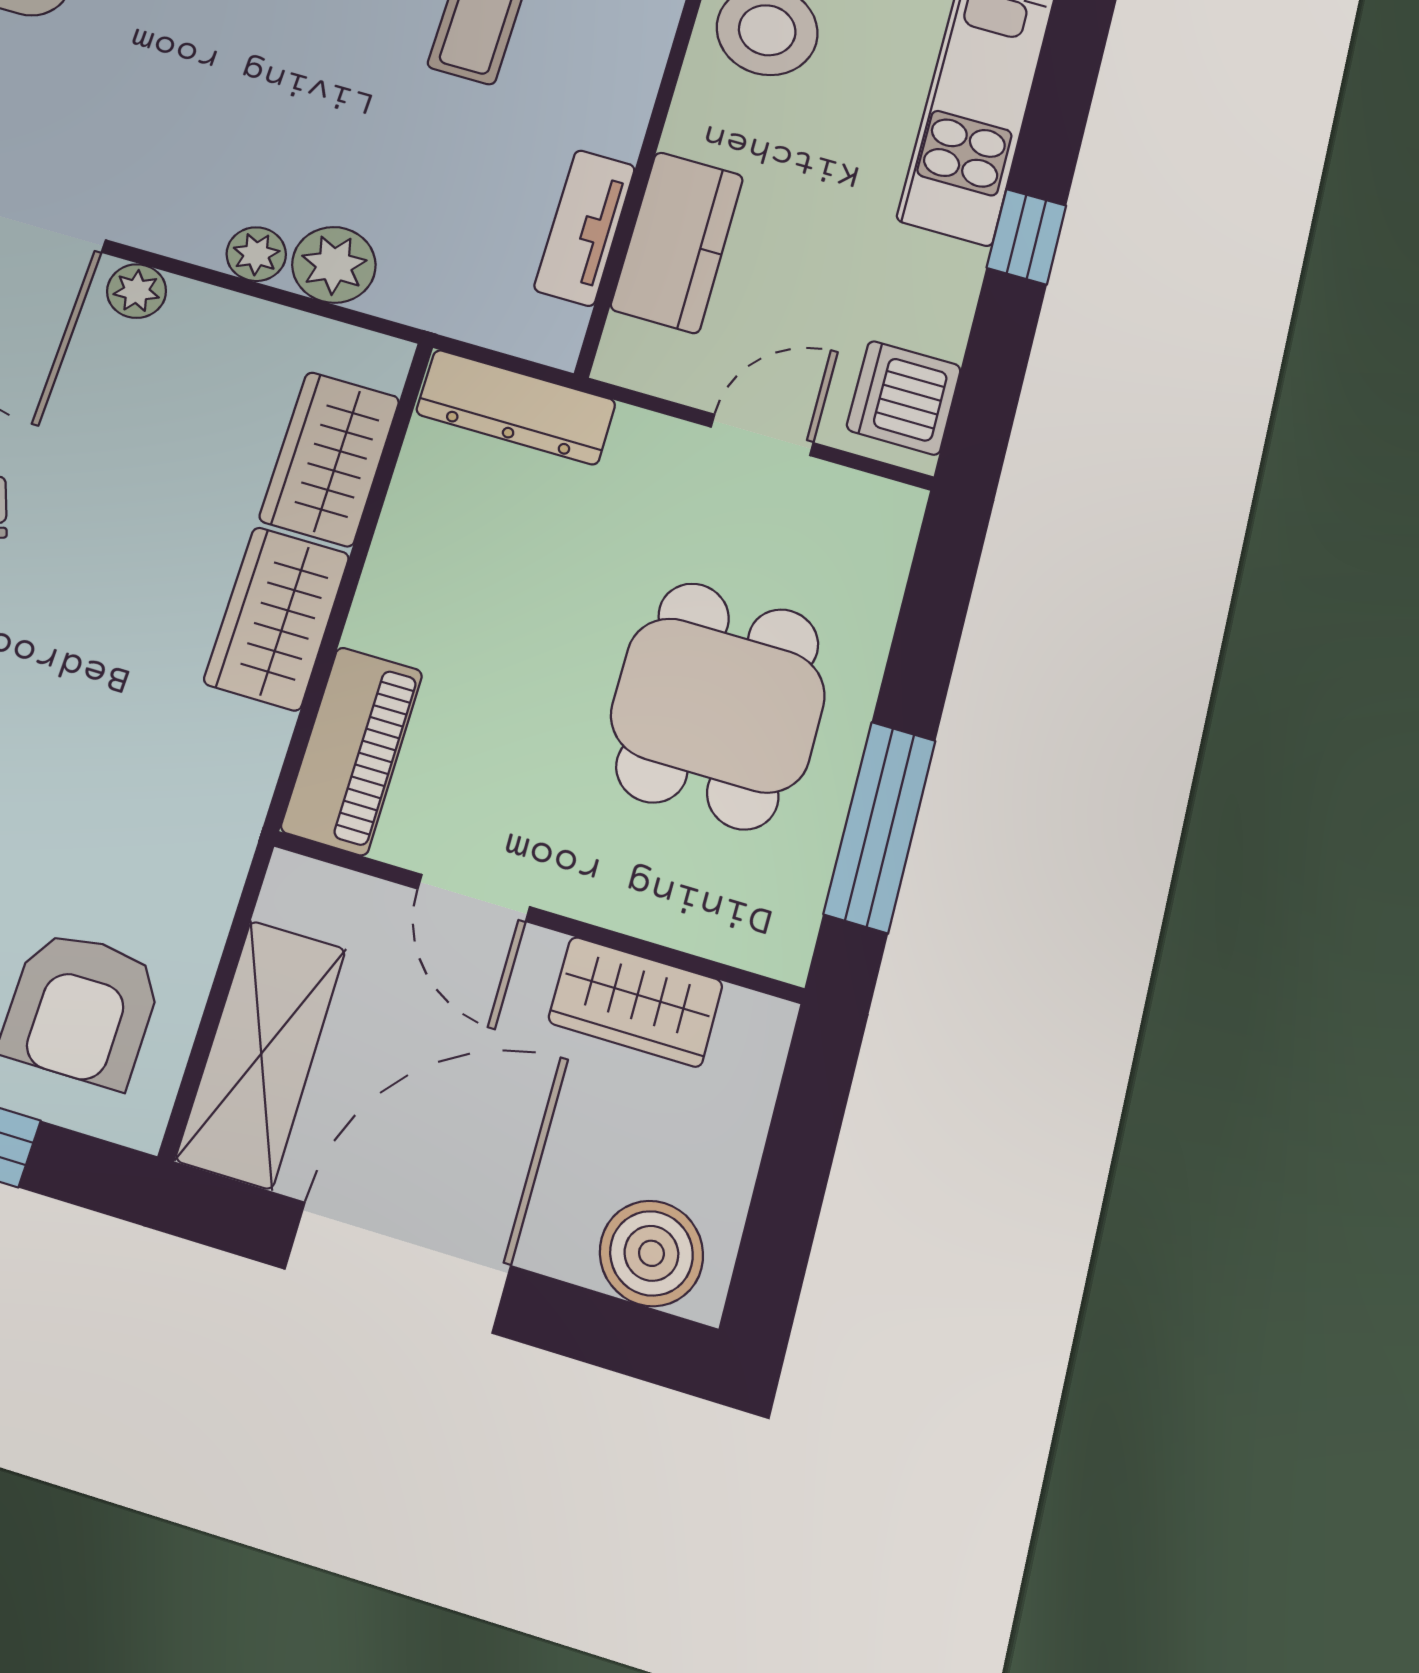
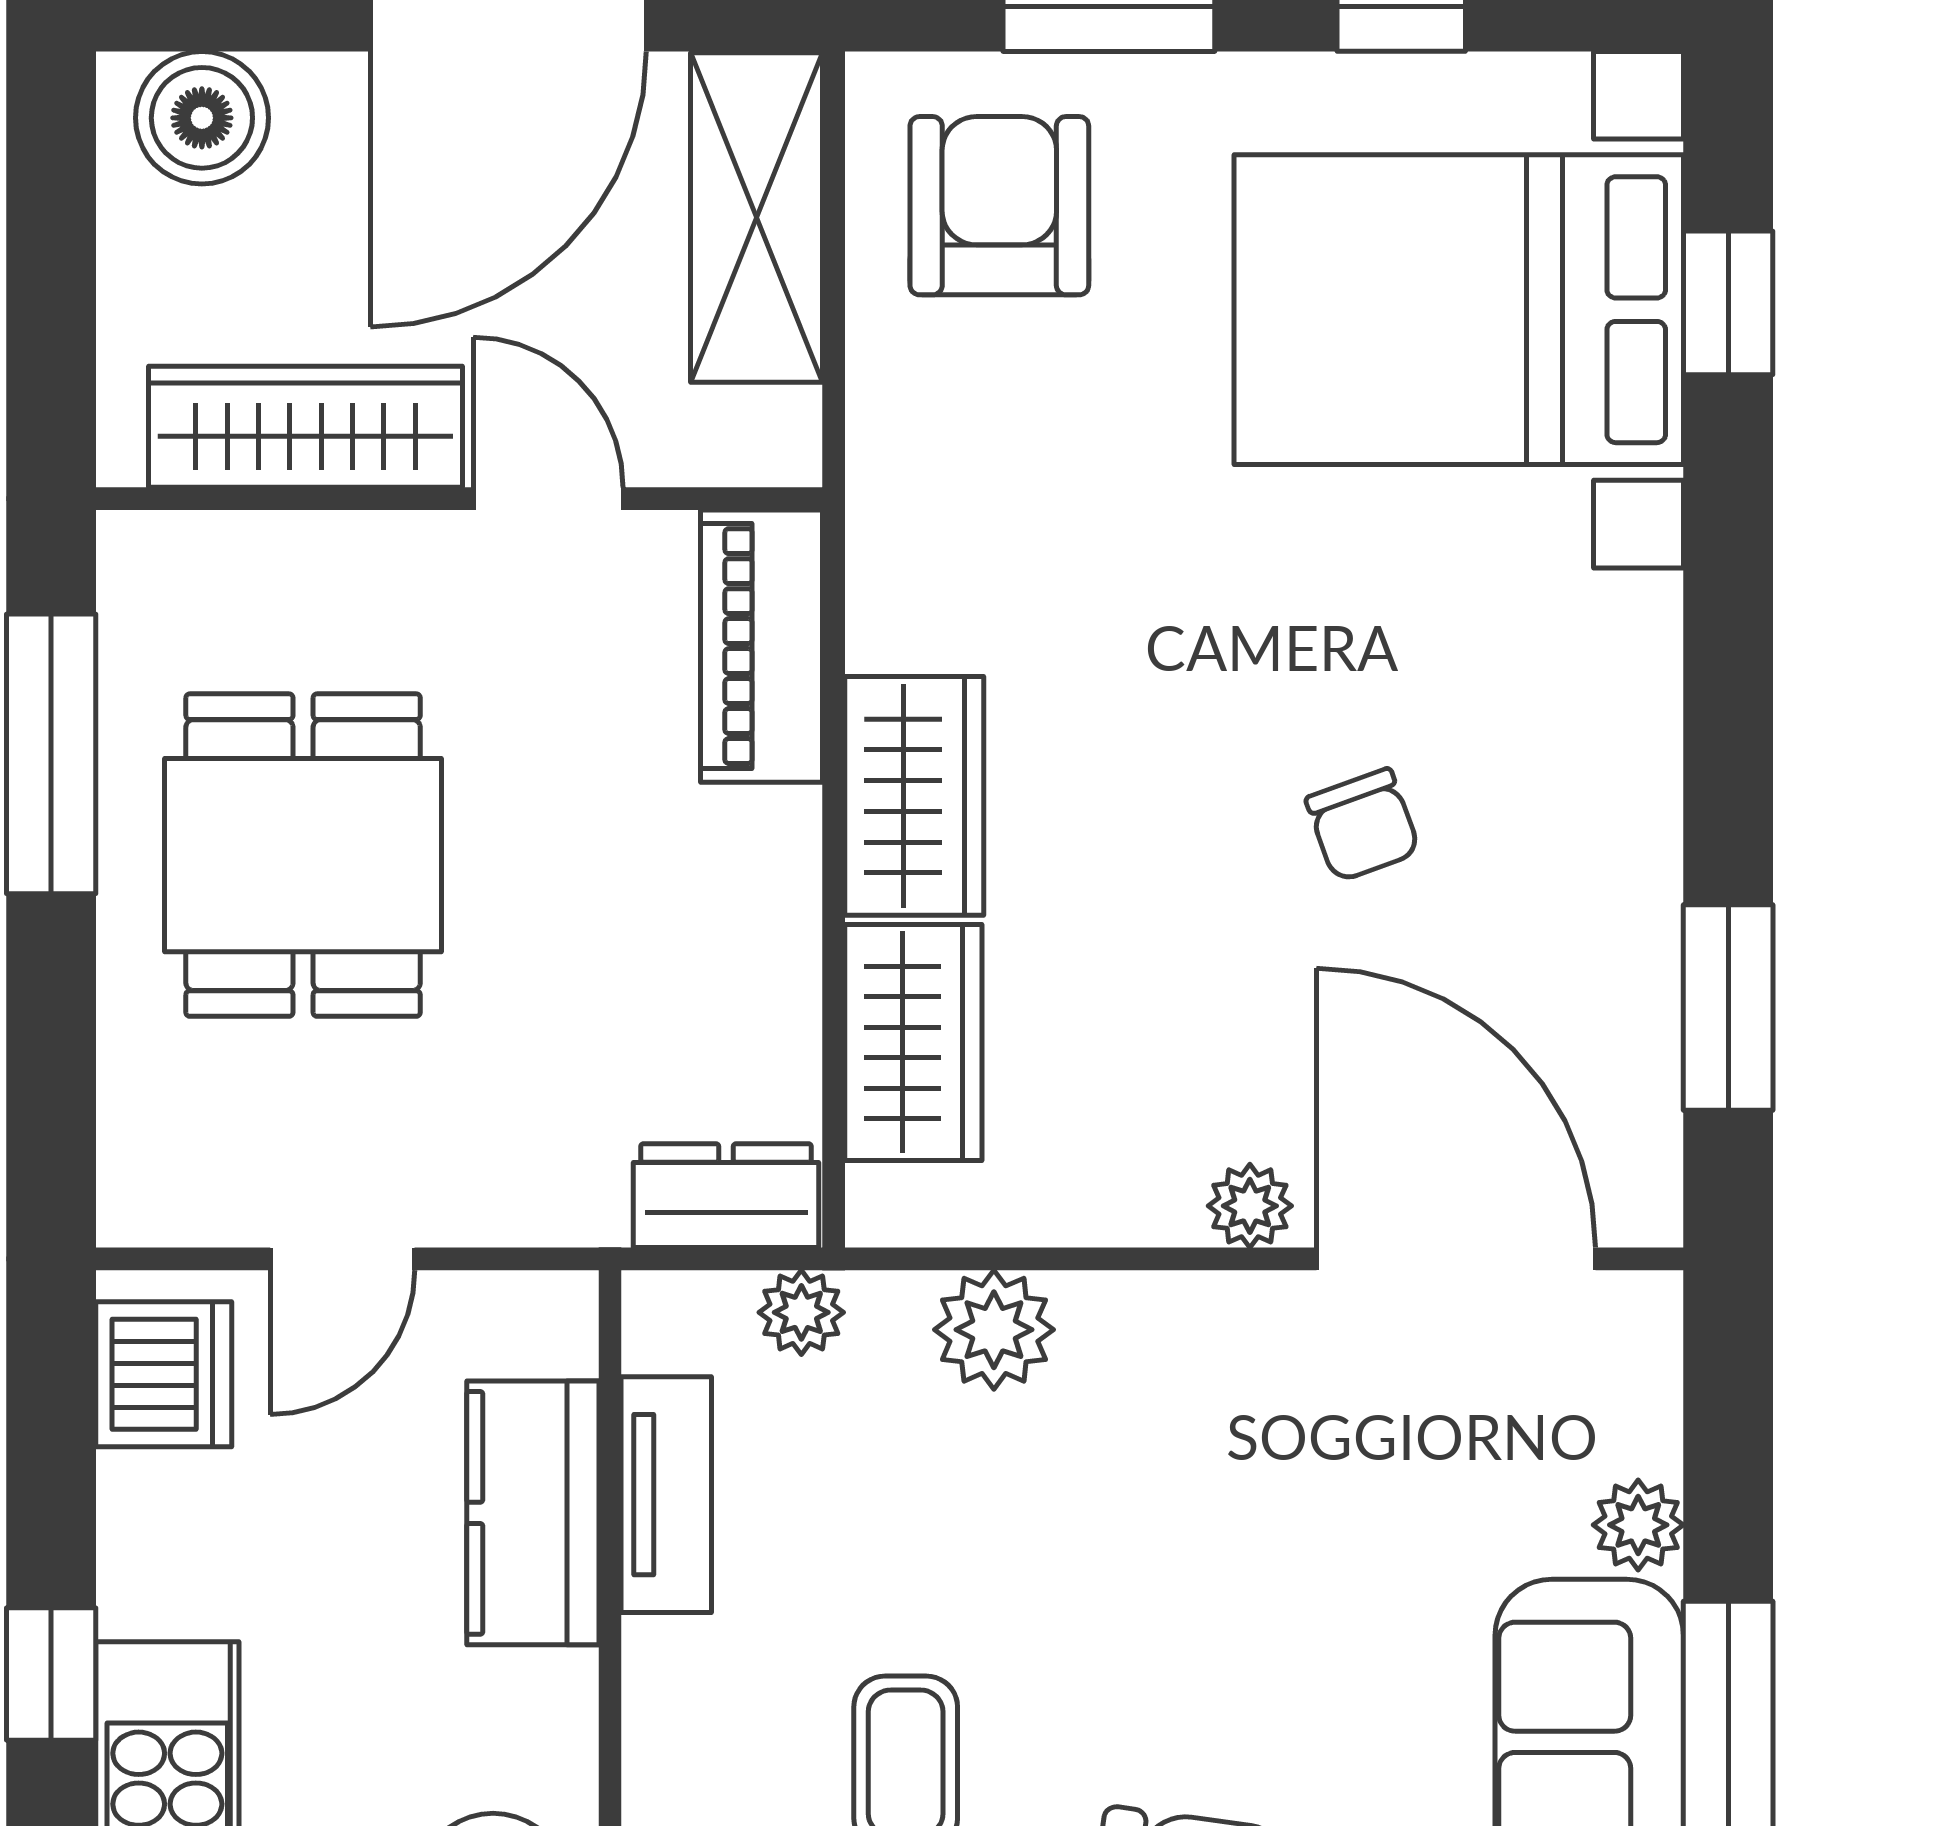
plant: (256, 254) -> (801, 1312), moved
dresser: (516, 407) -> (726, 1196), width x0.70
wardrobe: (636, 1002) -> (305, 427), width x1.50

